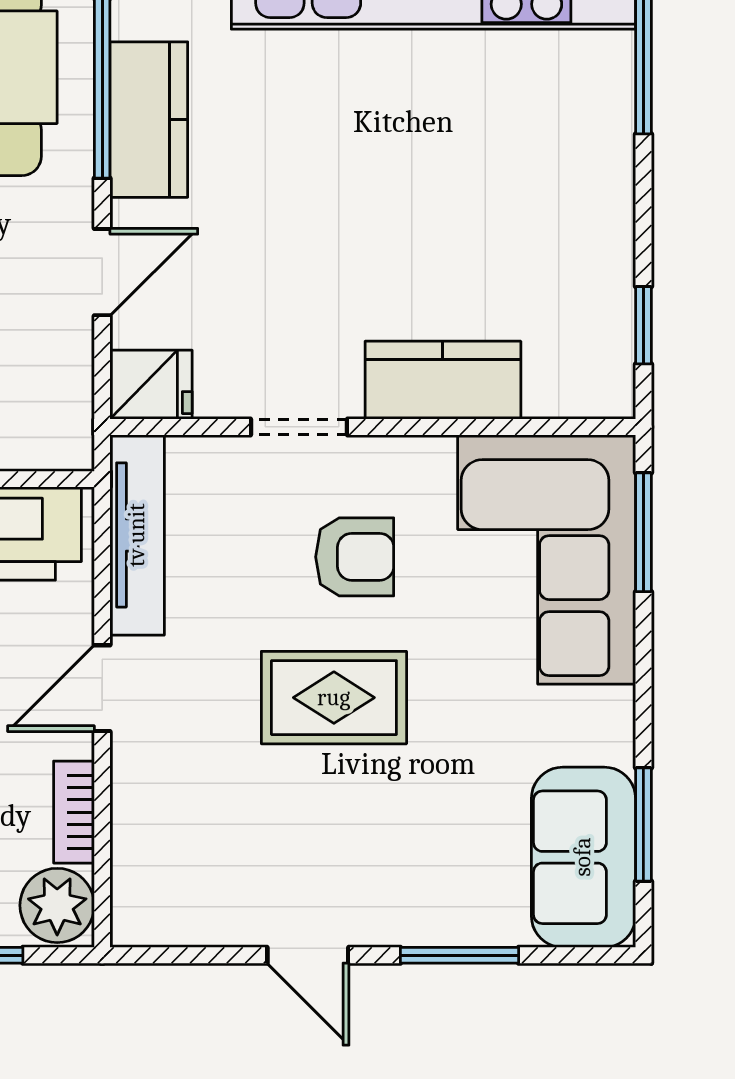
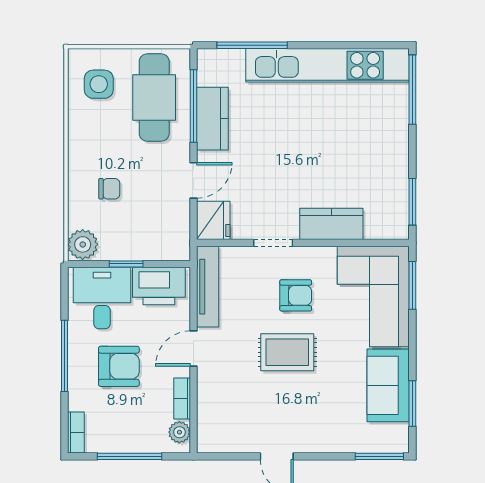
window: (643, 325) -> (412, 202), width x1.50
fridge: (151, 385) -> (213, 220), width x1.38
sofa: (583, 857) -> (388, 385), moved
plant: (57, 905) -> (179, 432), width x0.73, depth x0.73
window: (459, 955) -> (379, 456), moved

